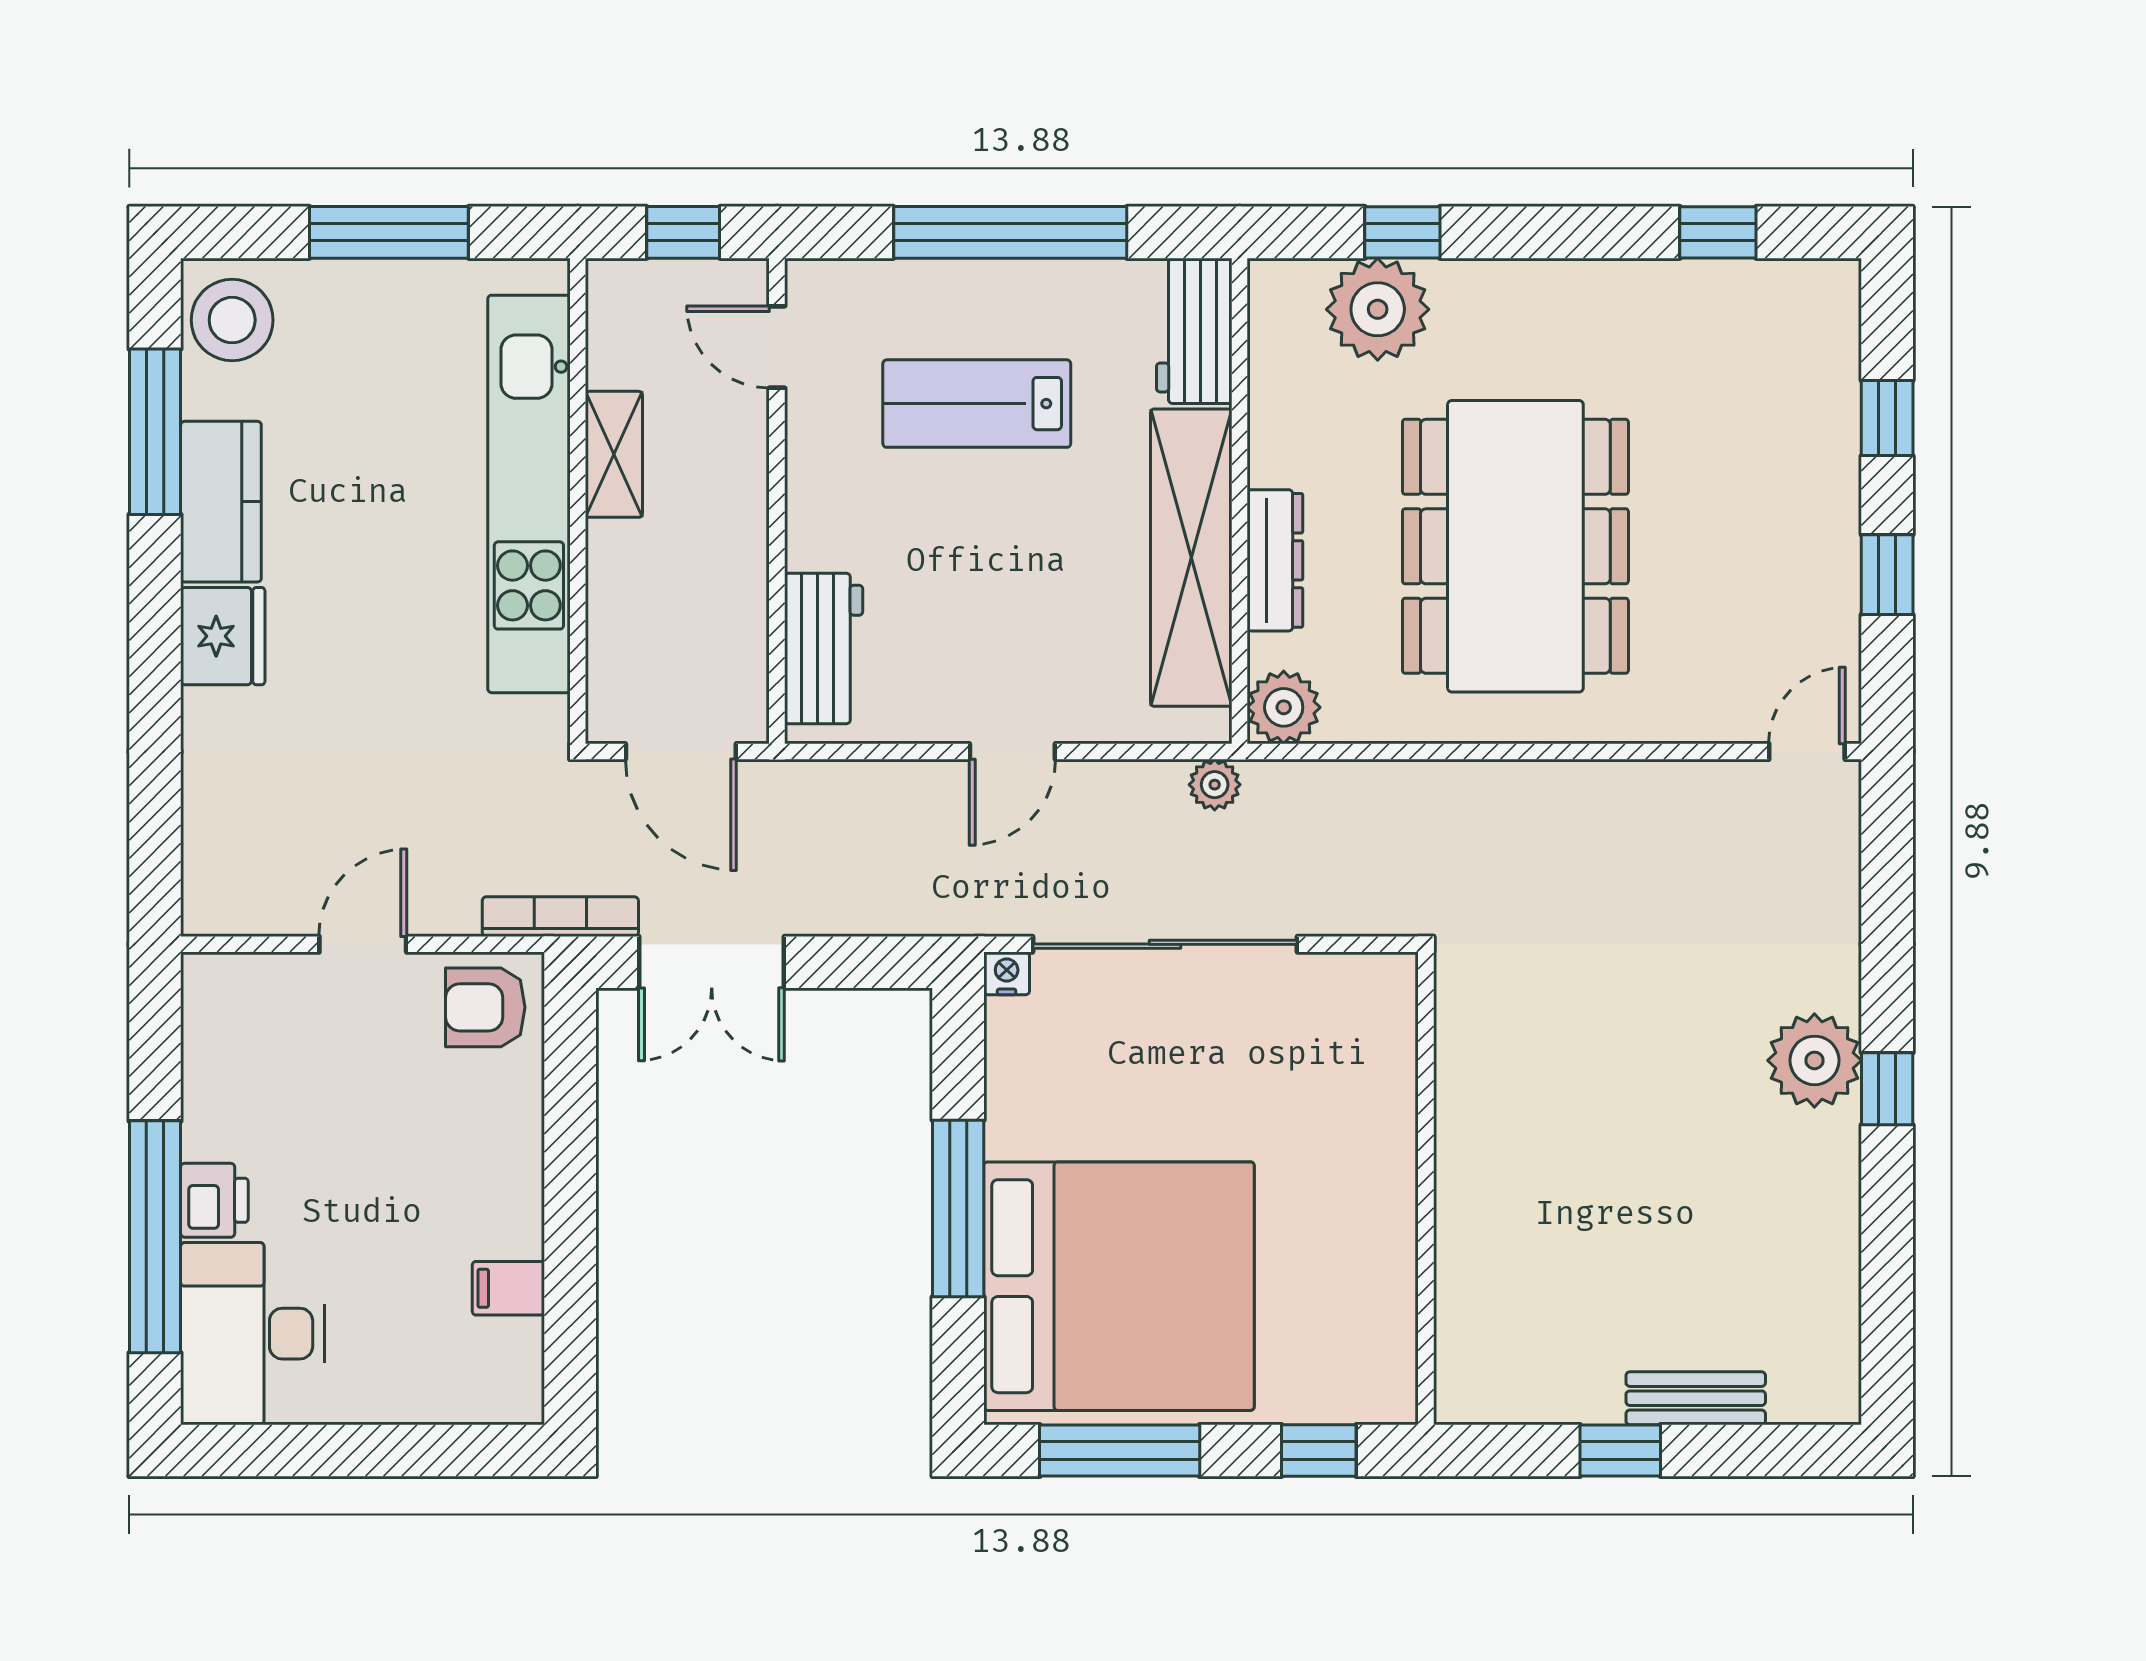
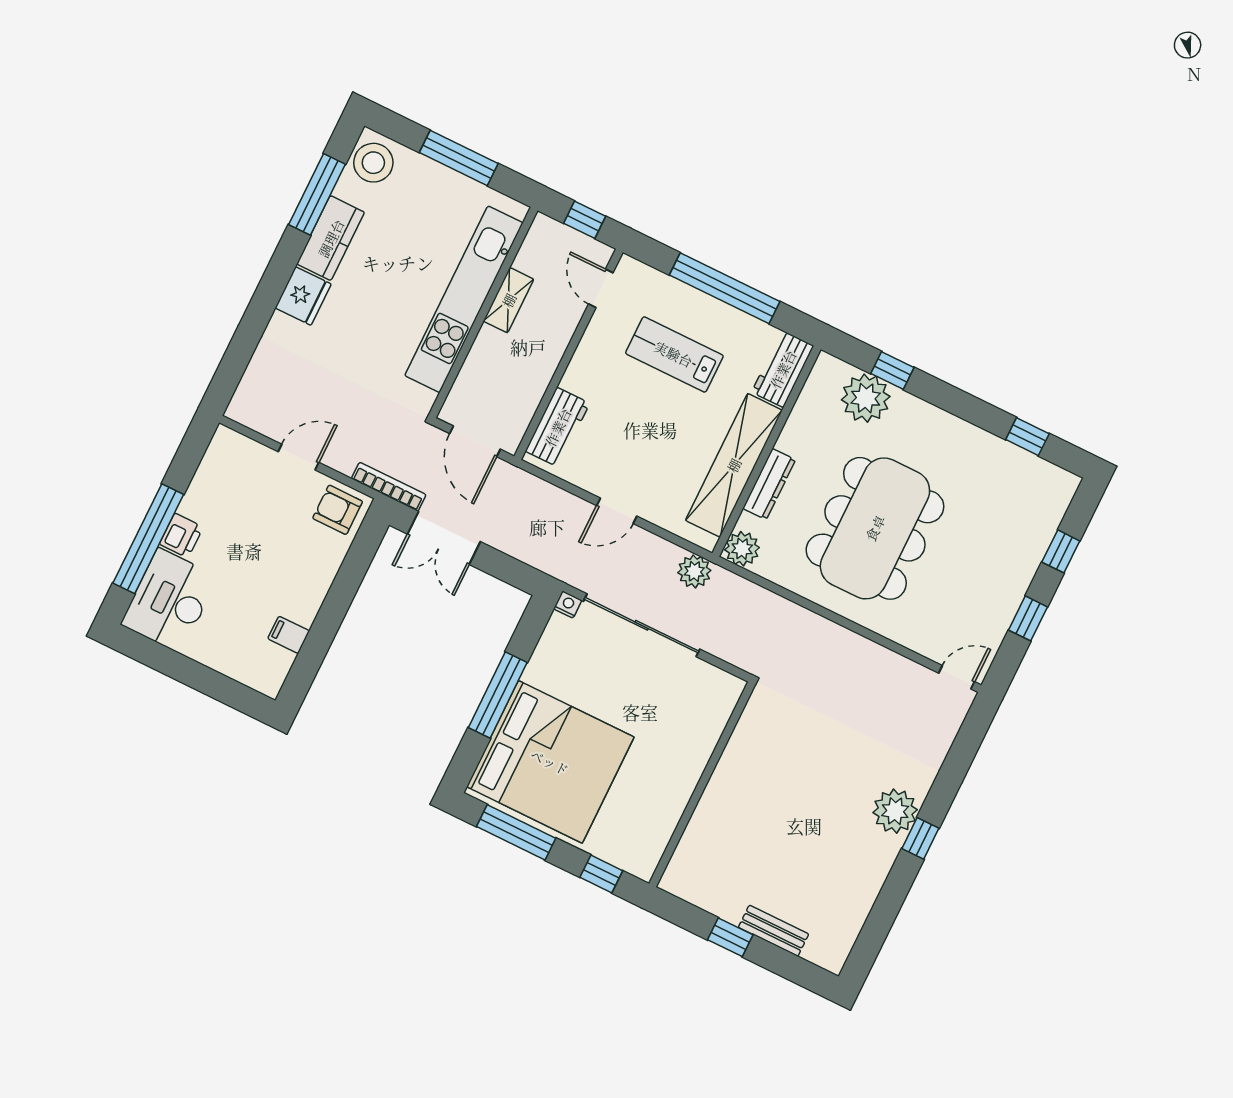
plant: (1215, 785) -> (694, 571), width x1.38, depth x1.38

